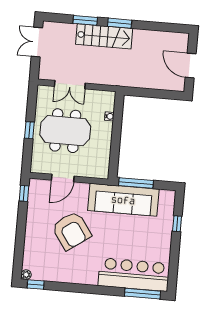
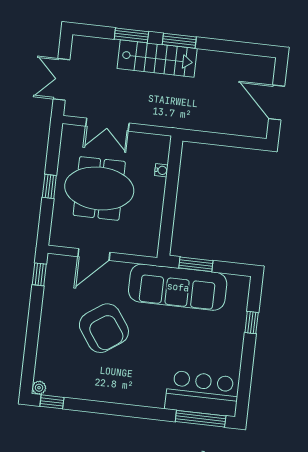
double door: (37, 42) -> (62, 79), moved
window: (136, 183) -> (196, 264), width x0.69
bar counter: (134, 275) -> (202, 393), width x0.73

